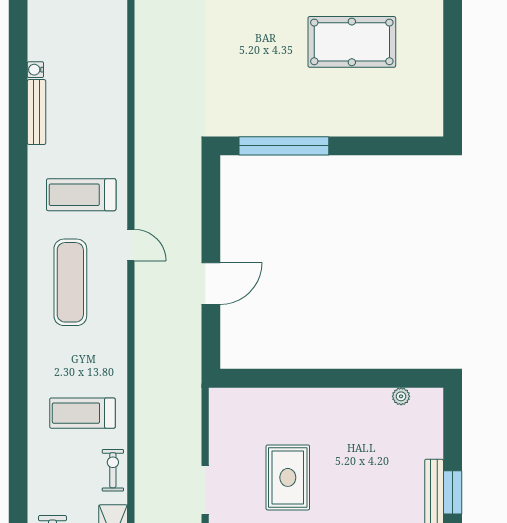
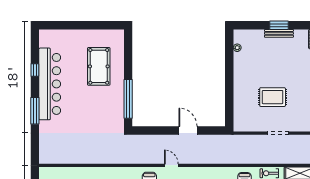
pool table: (352, 42) -> (99, 66), moved
door: (131, 245) -> (171, 165), hinge flipped

